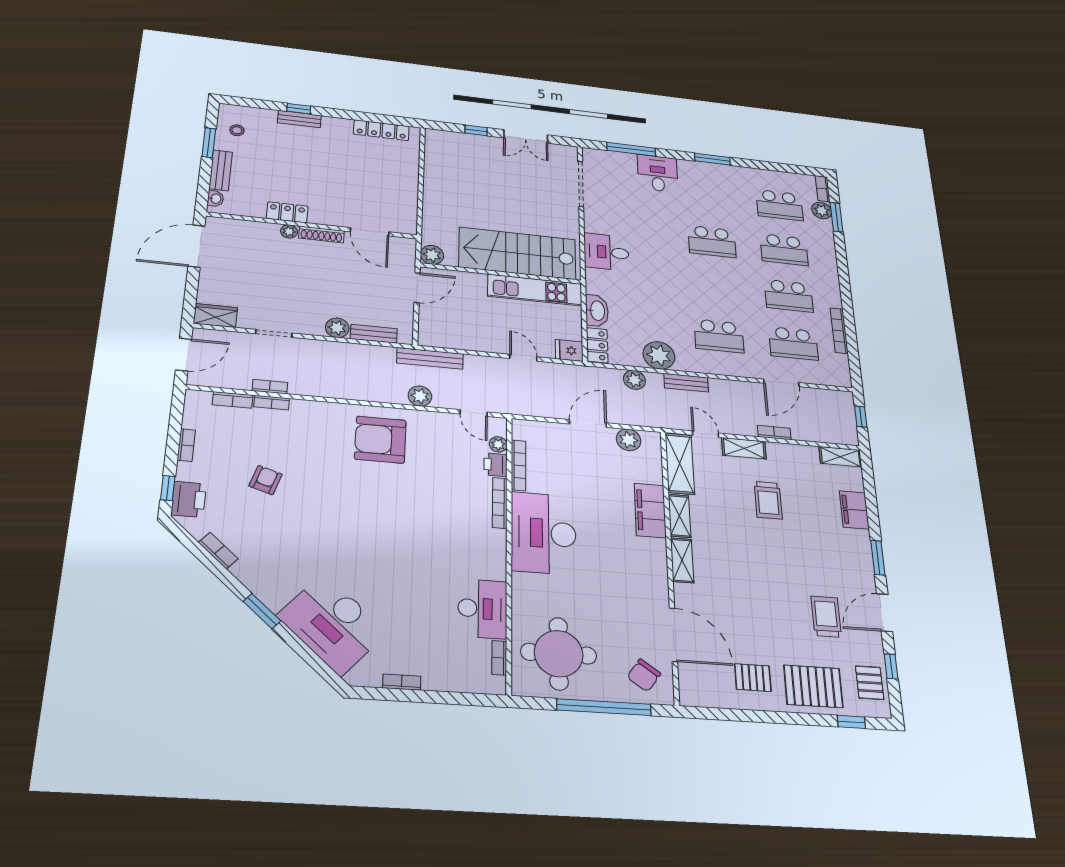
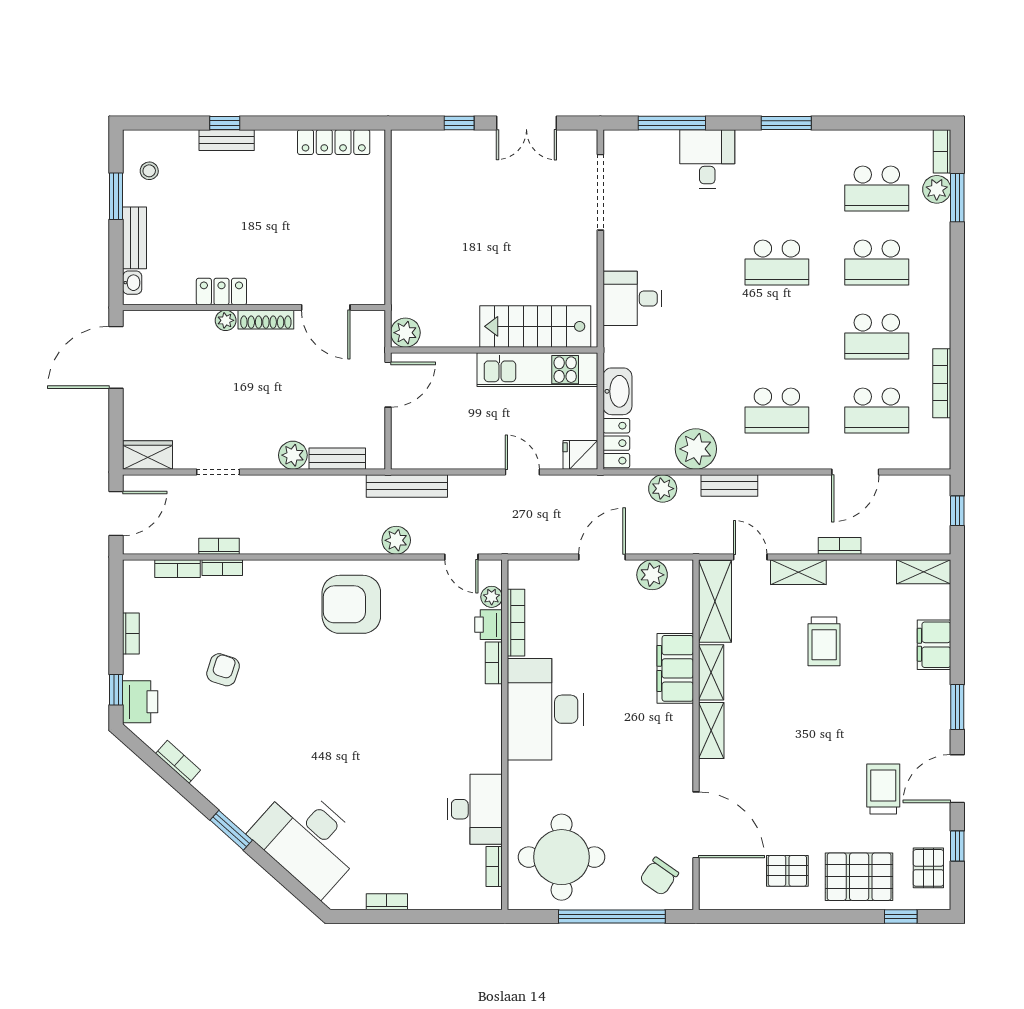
stairs: (518, 253) -> (535, 326), width x0.73, depth x0.66
bookcase: (500, 503) -> (494, 663), width x0.64

